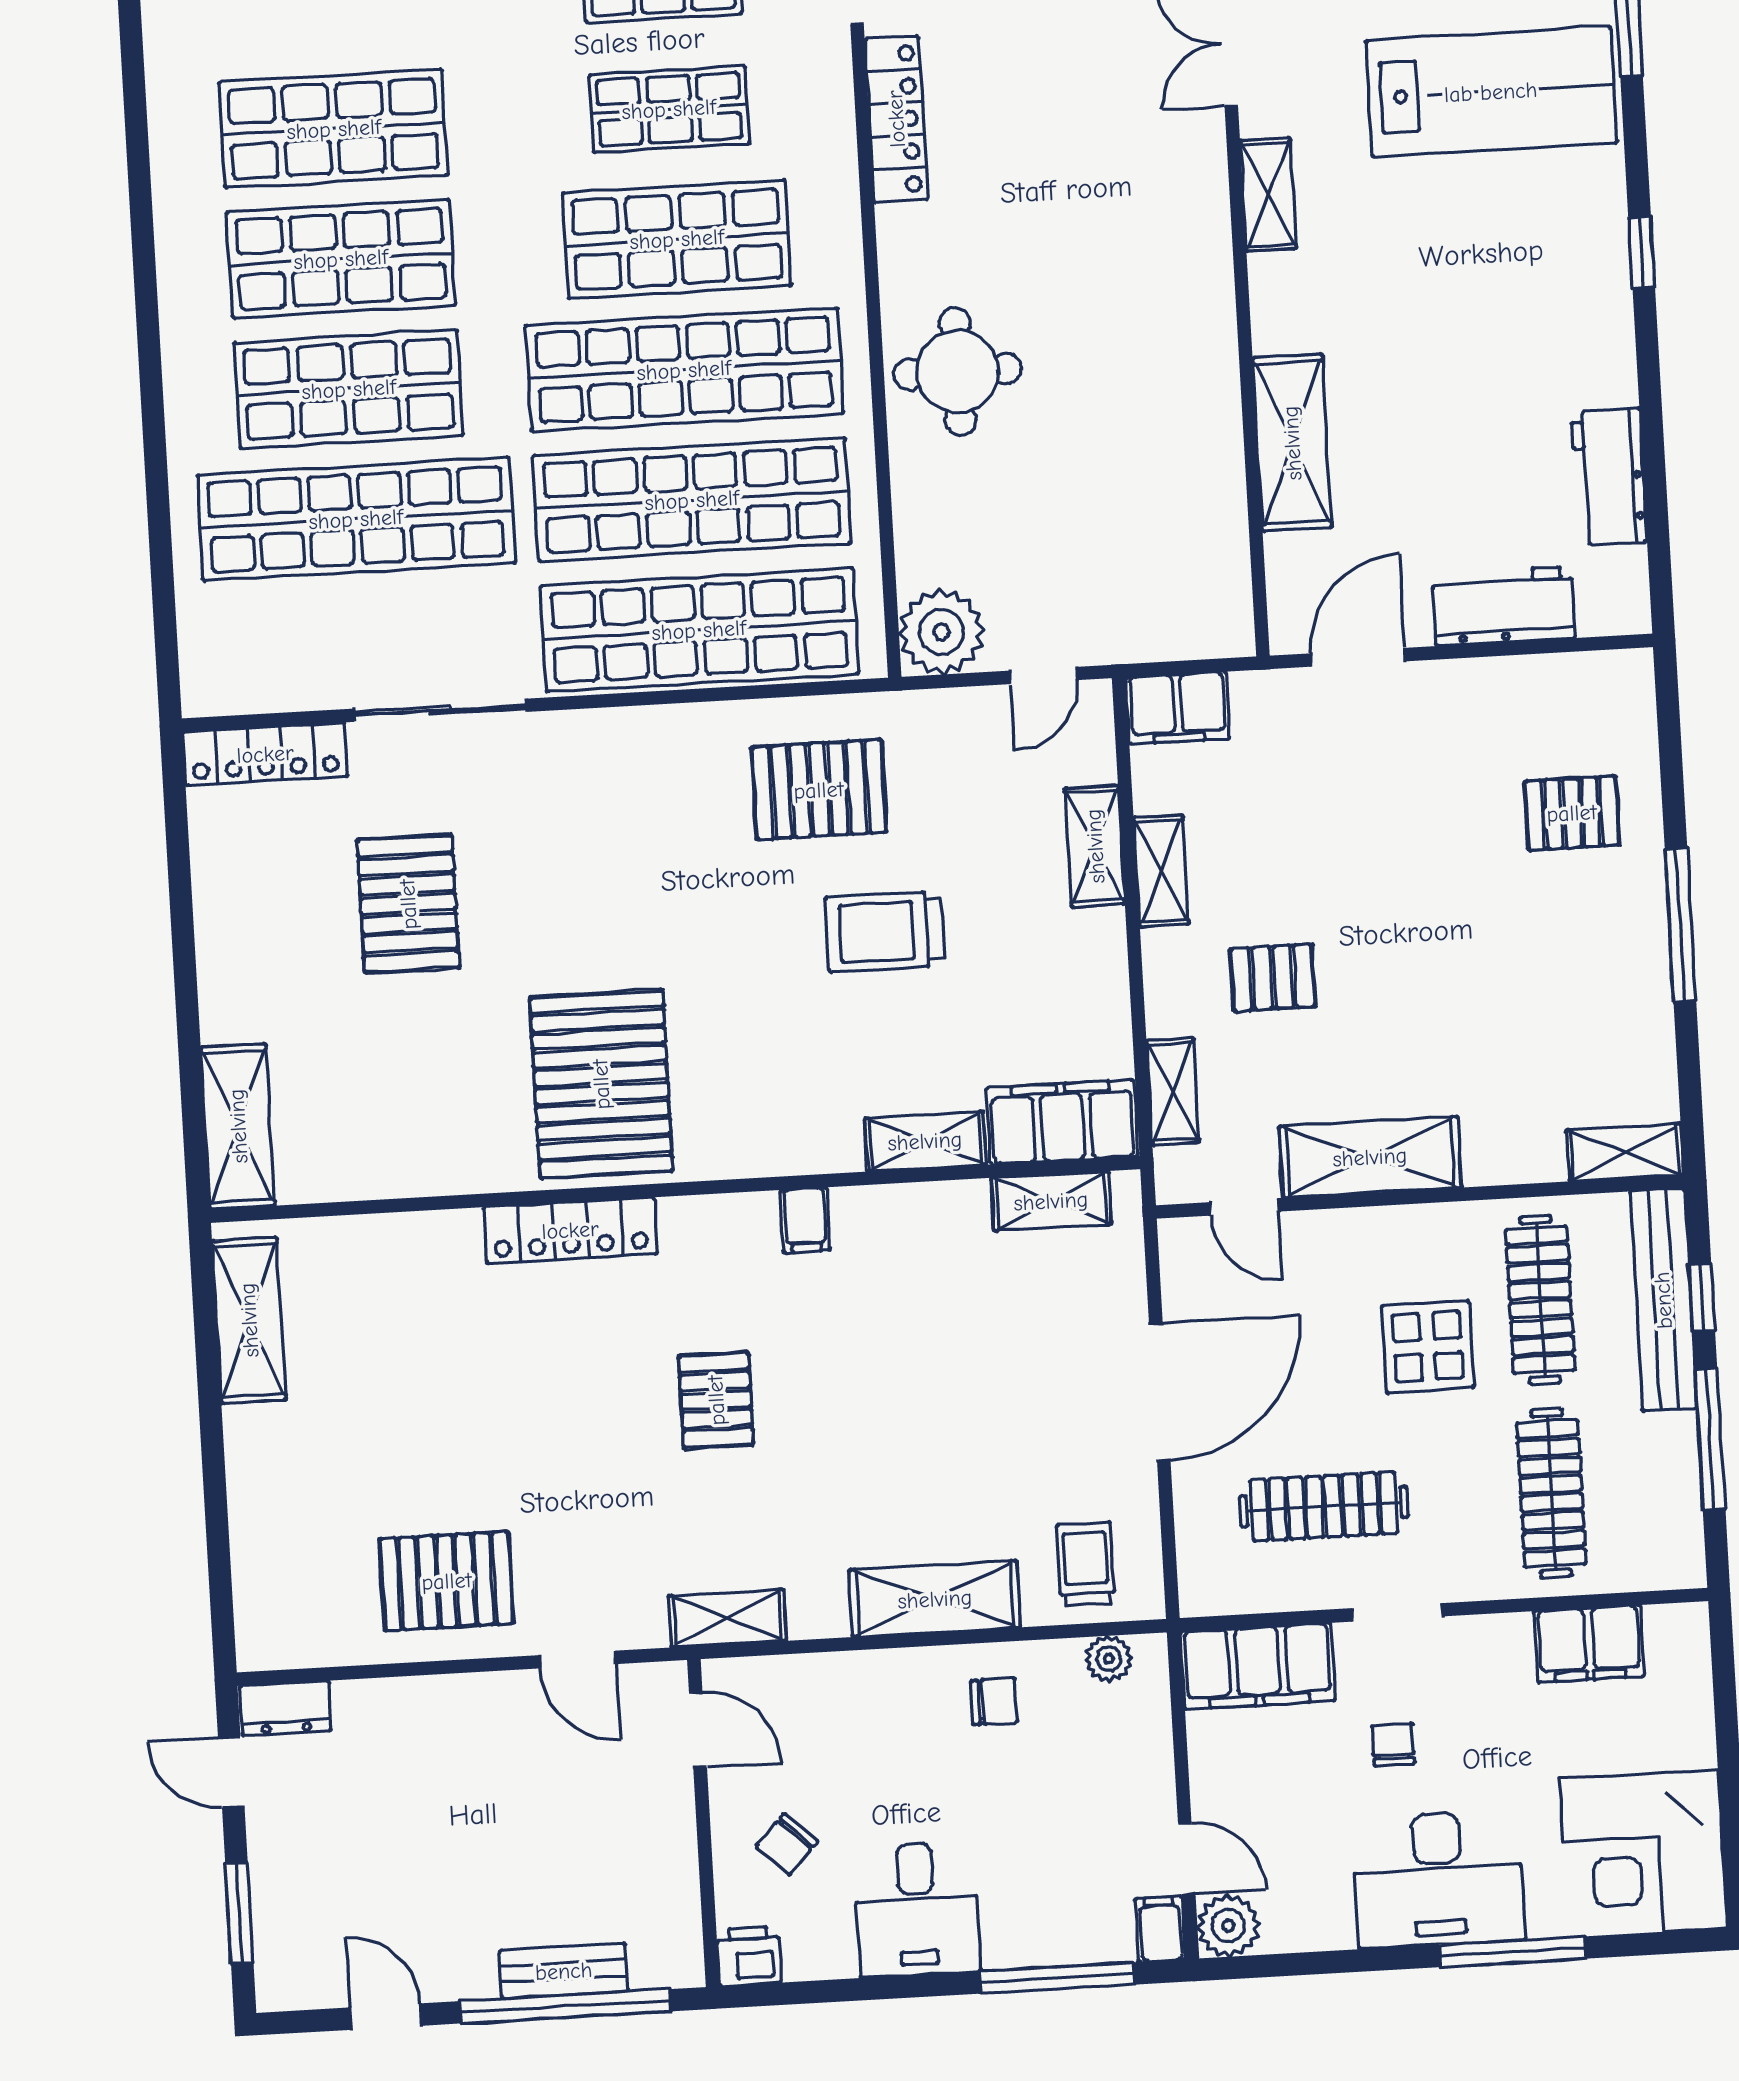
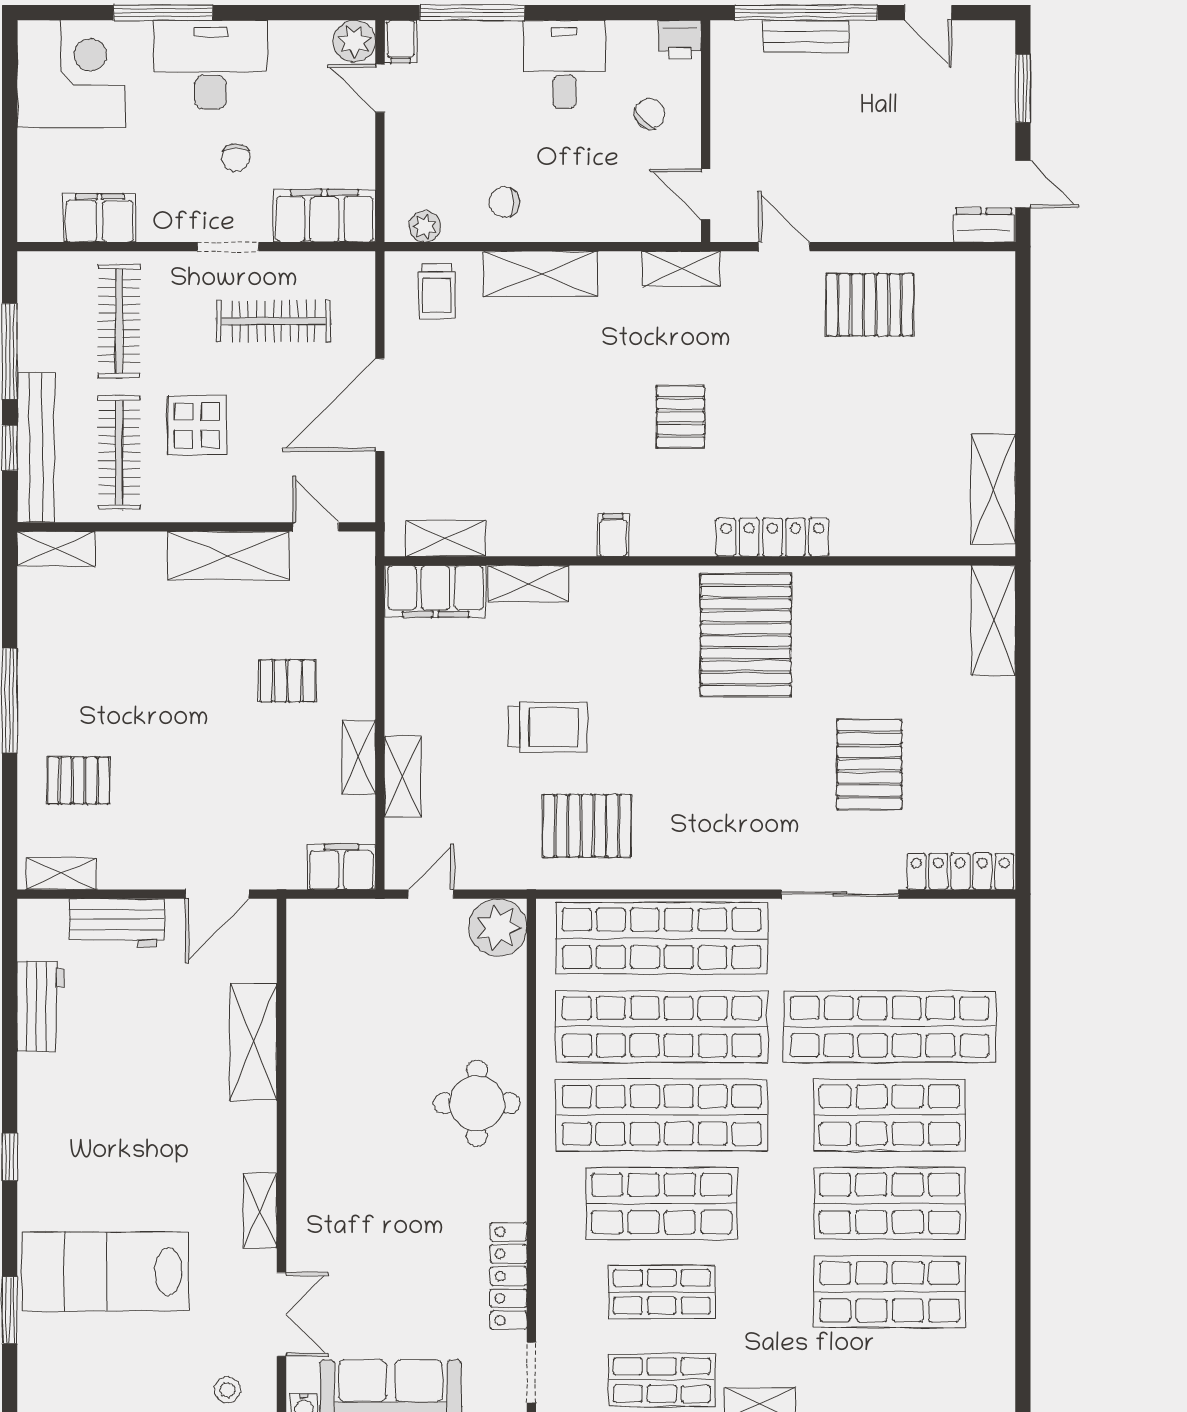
shelving: (1173, 1092) -> (61, 874), moved, turned 90

